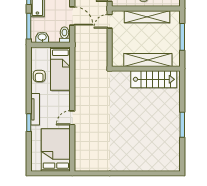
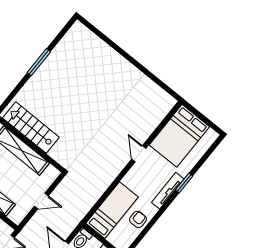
door: (110, 21) -> (41, 201), moved
door: (72, 118) -> (139, 154), swing flipped

